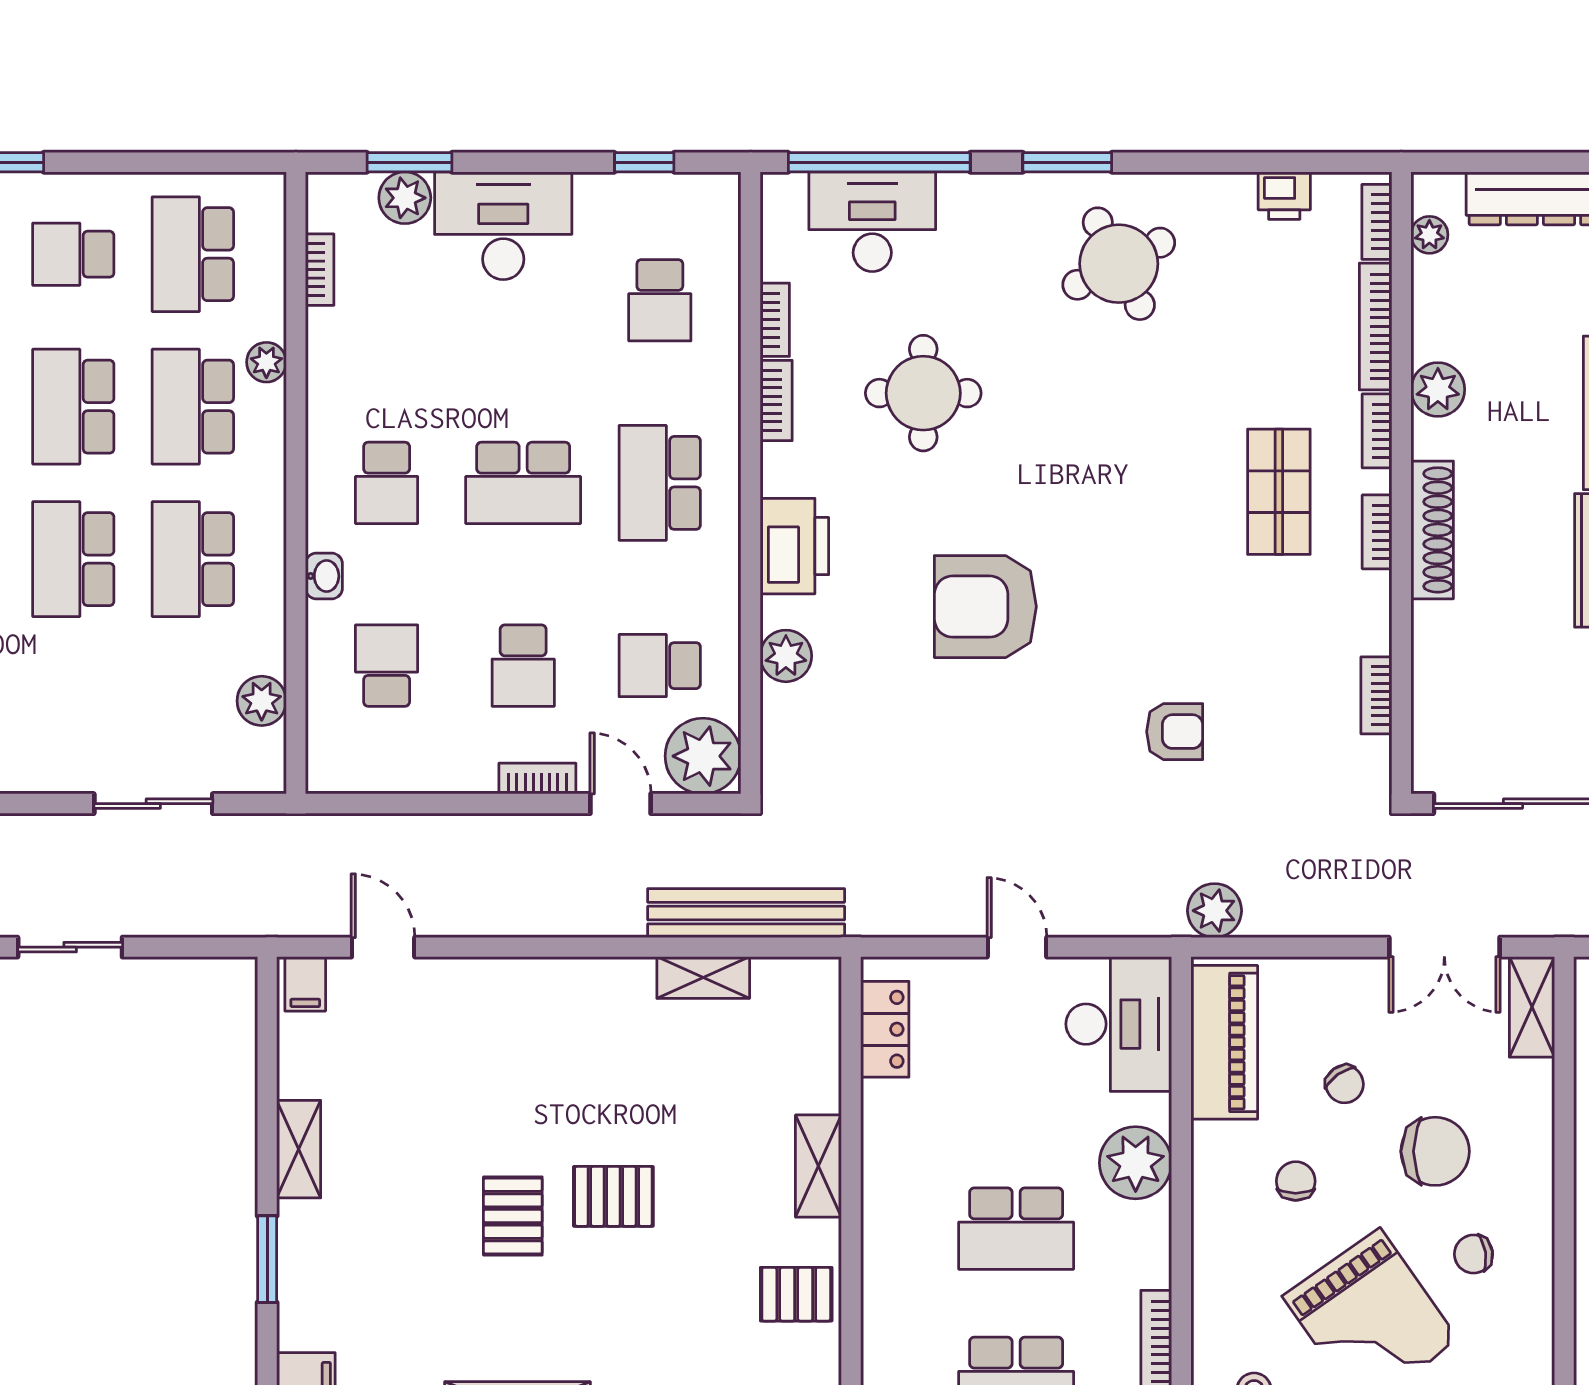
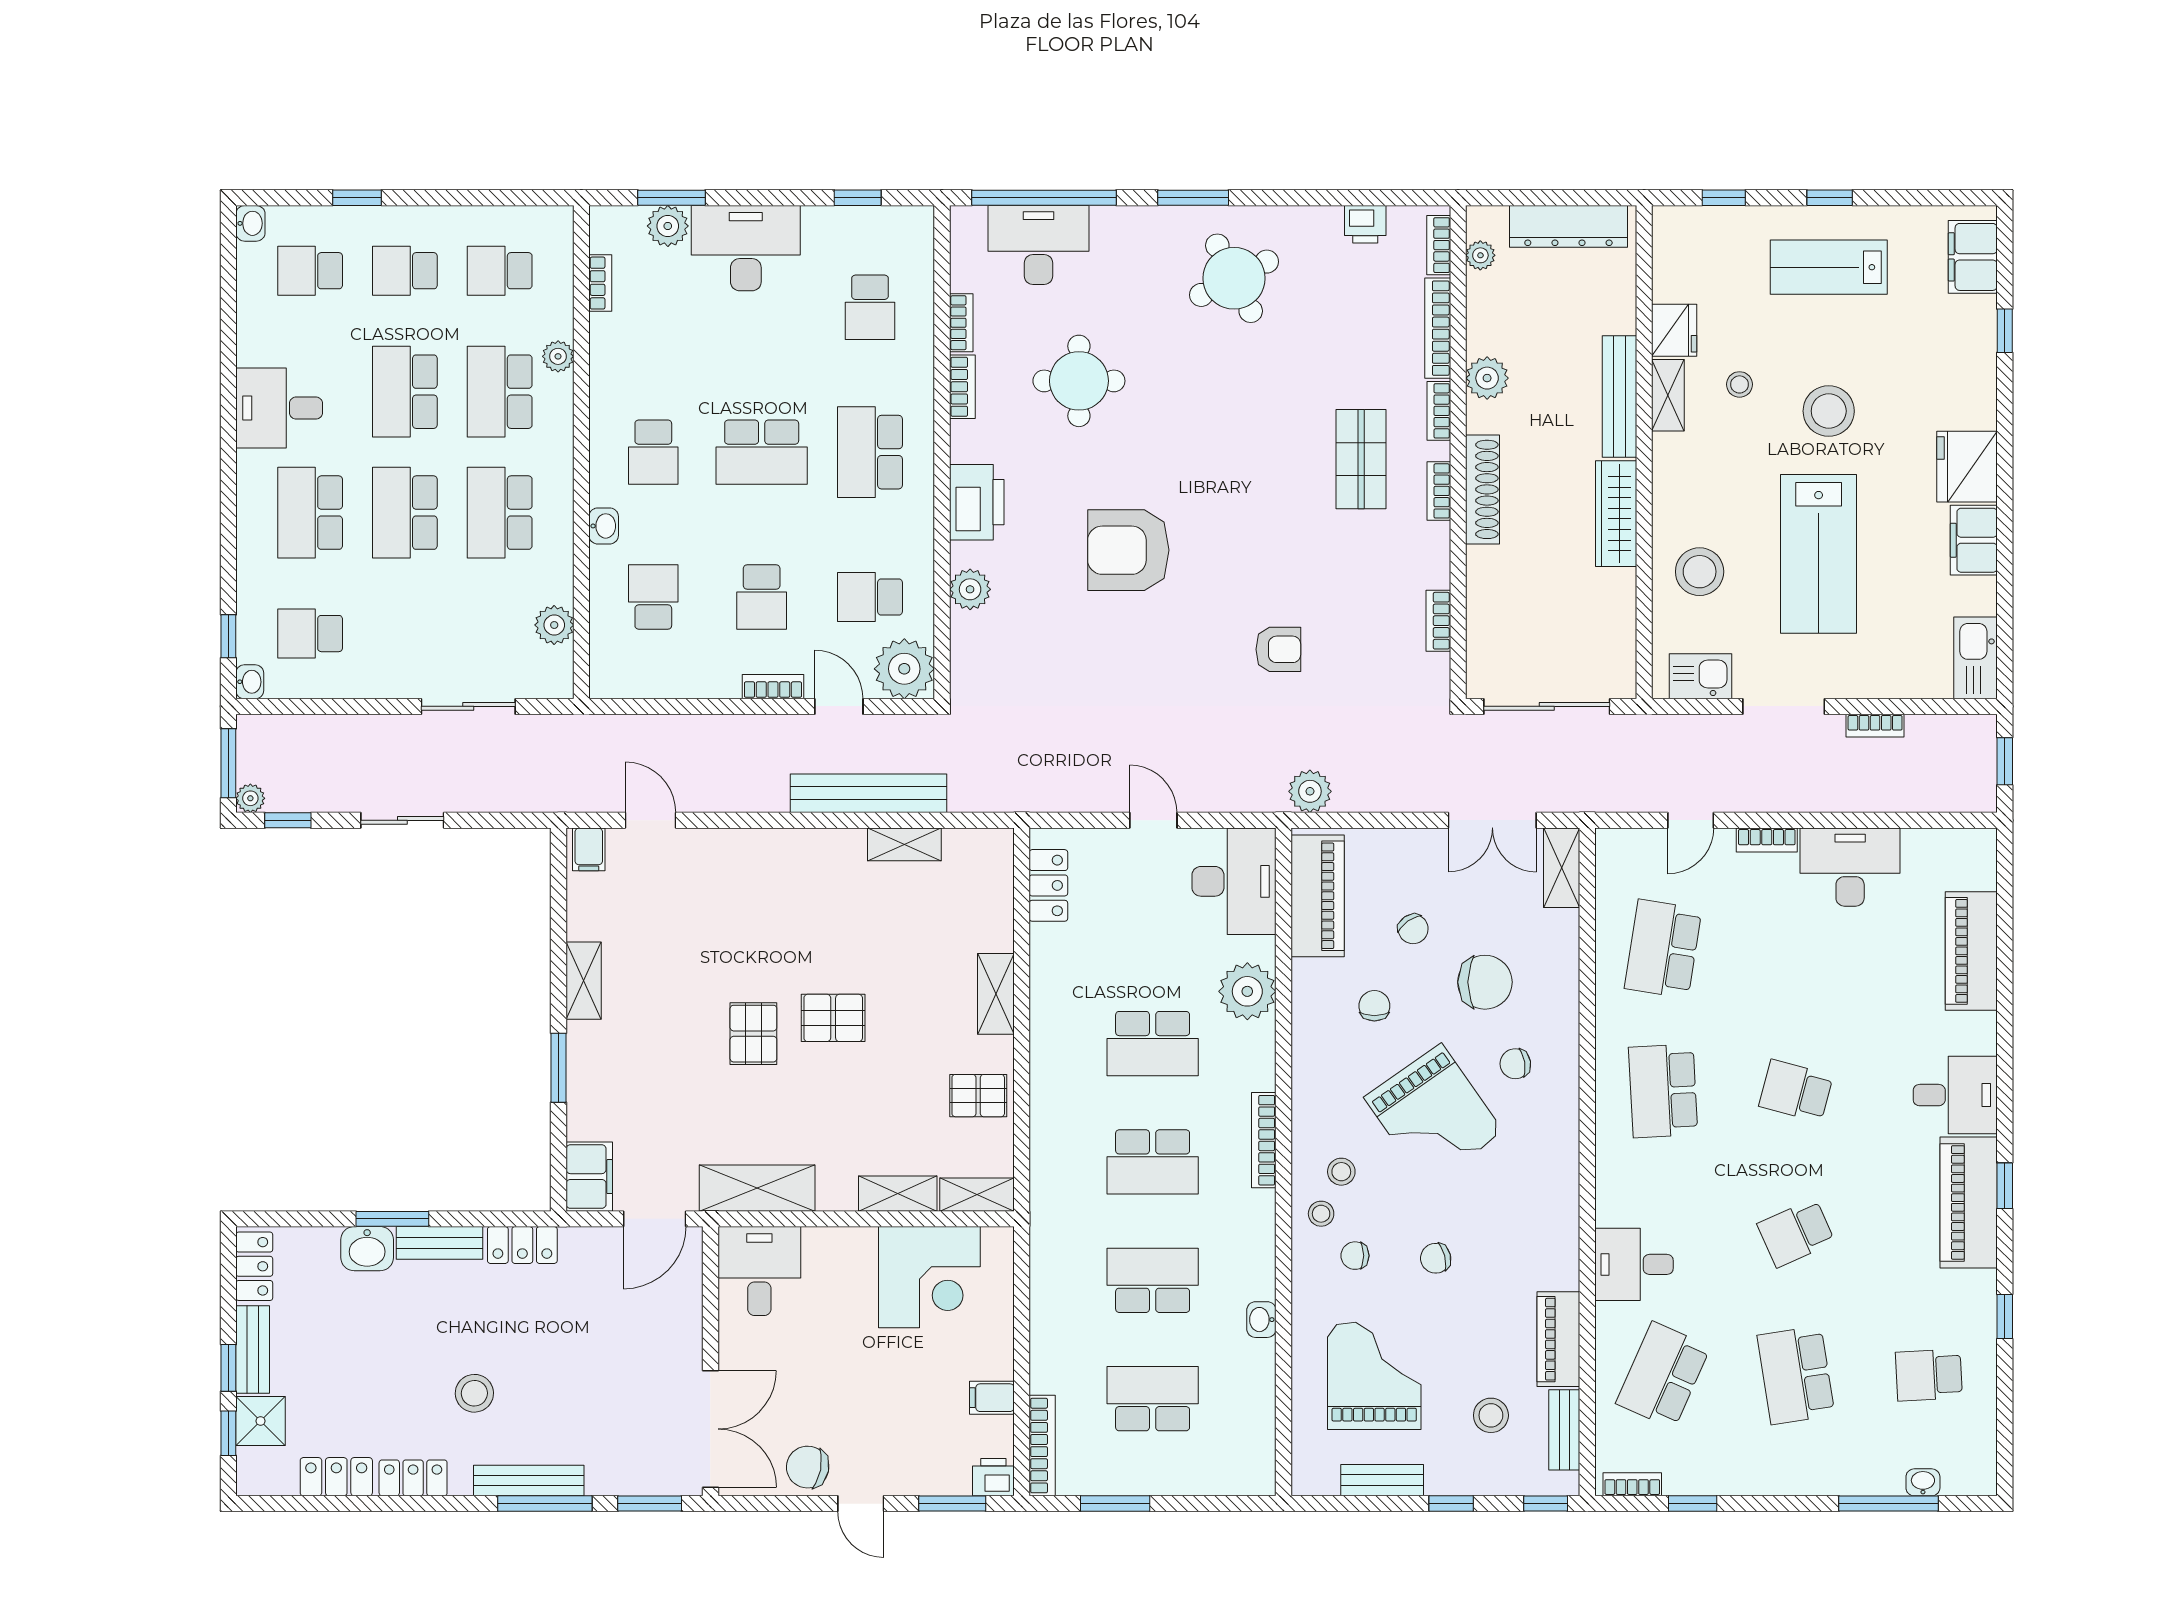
school desk: (193, 254) -> (500, 271), width x0.54
bench: (746, 913) -> (868, 793), moved

